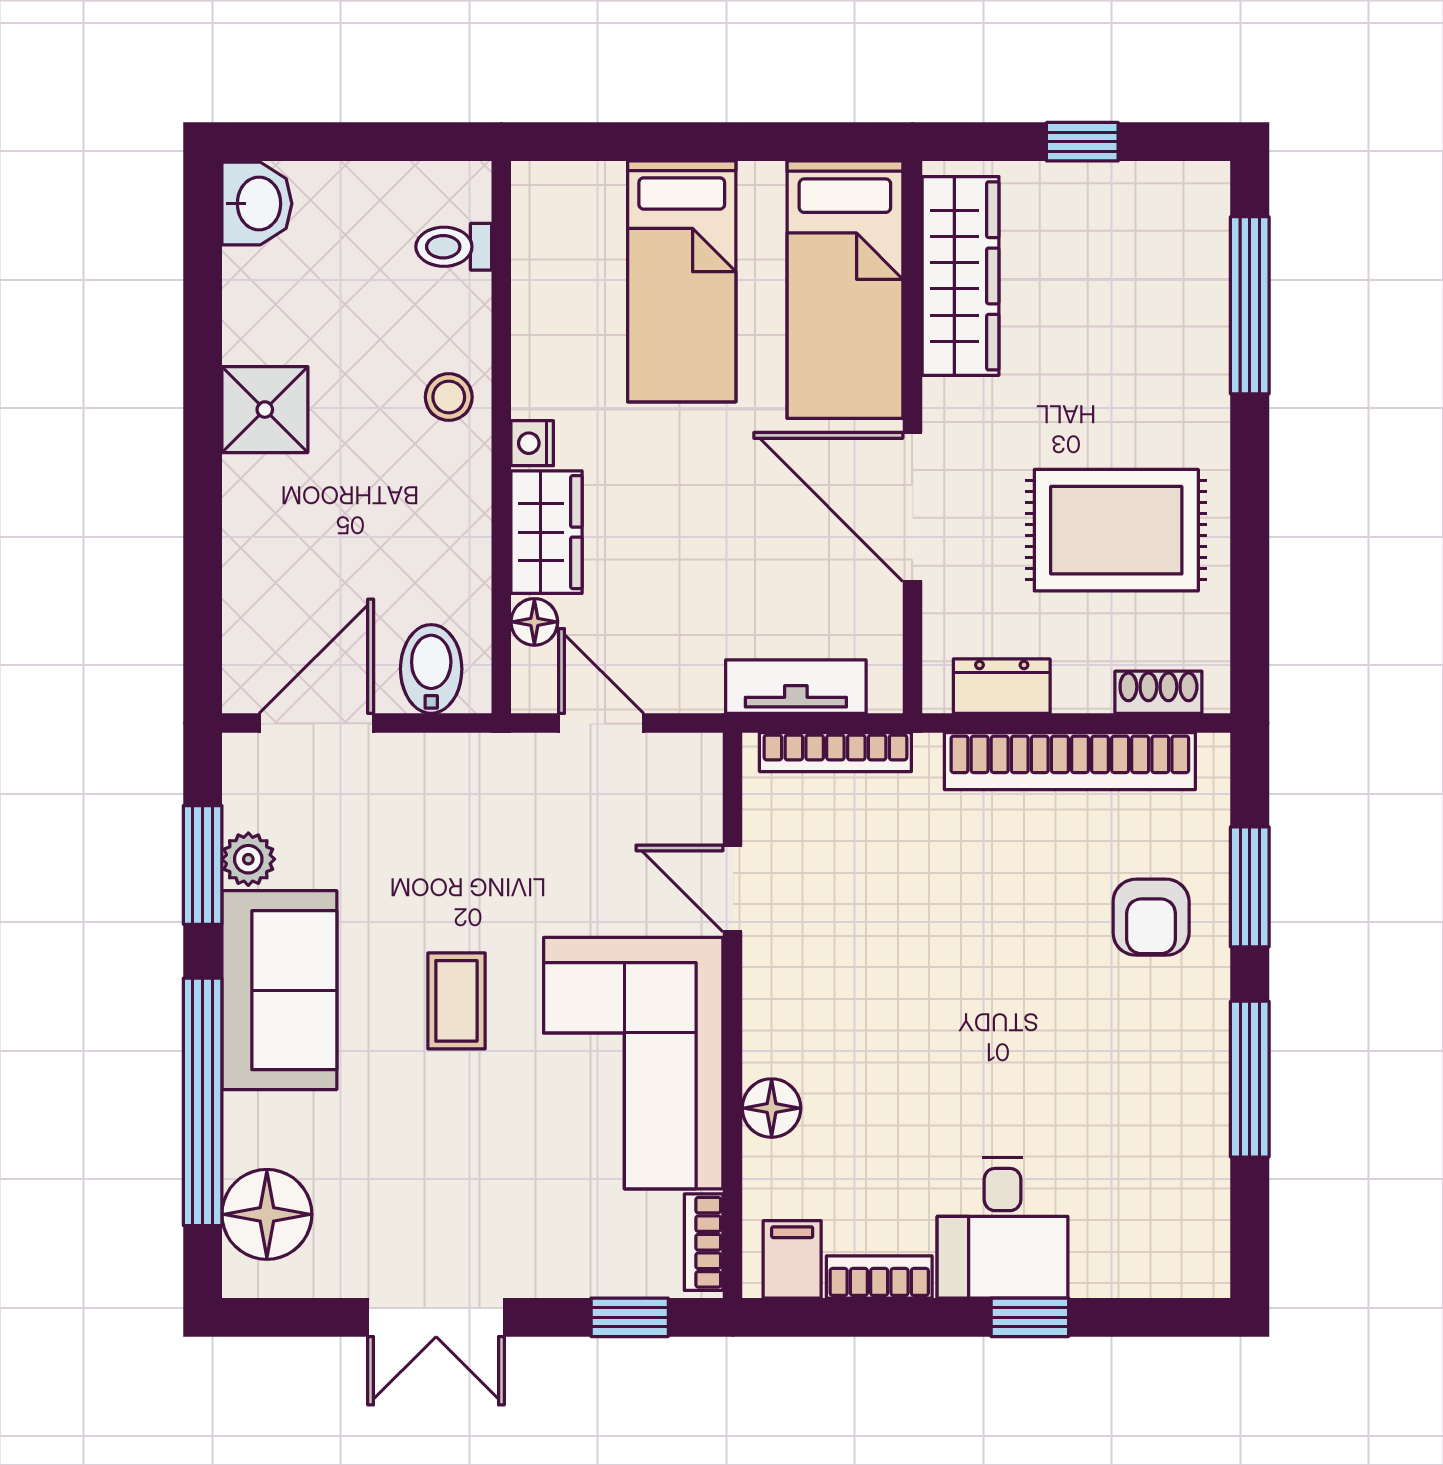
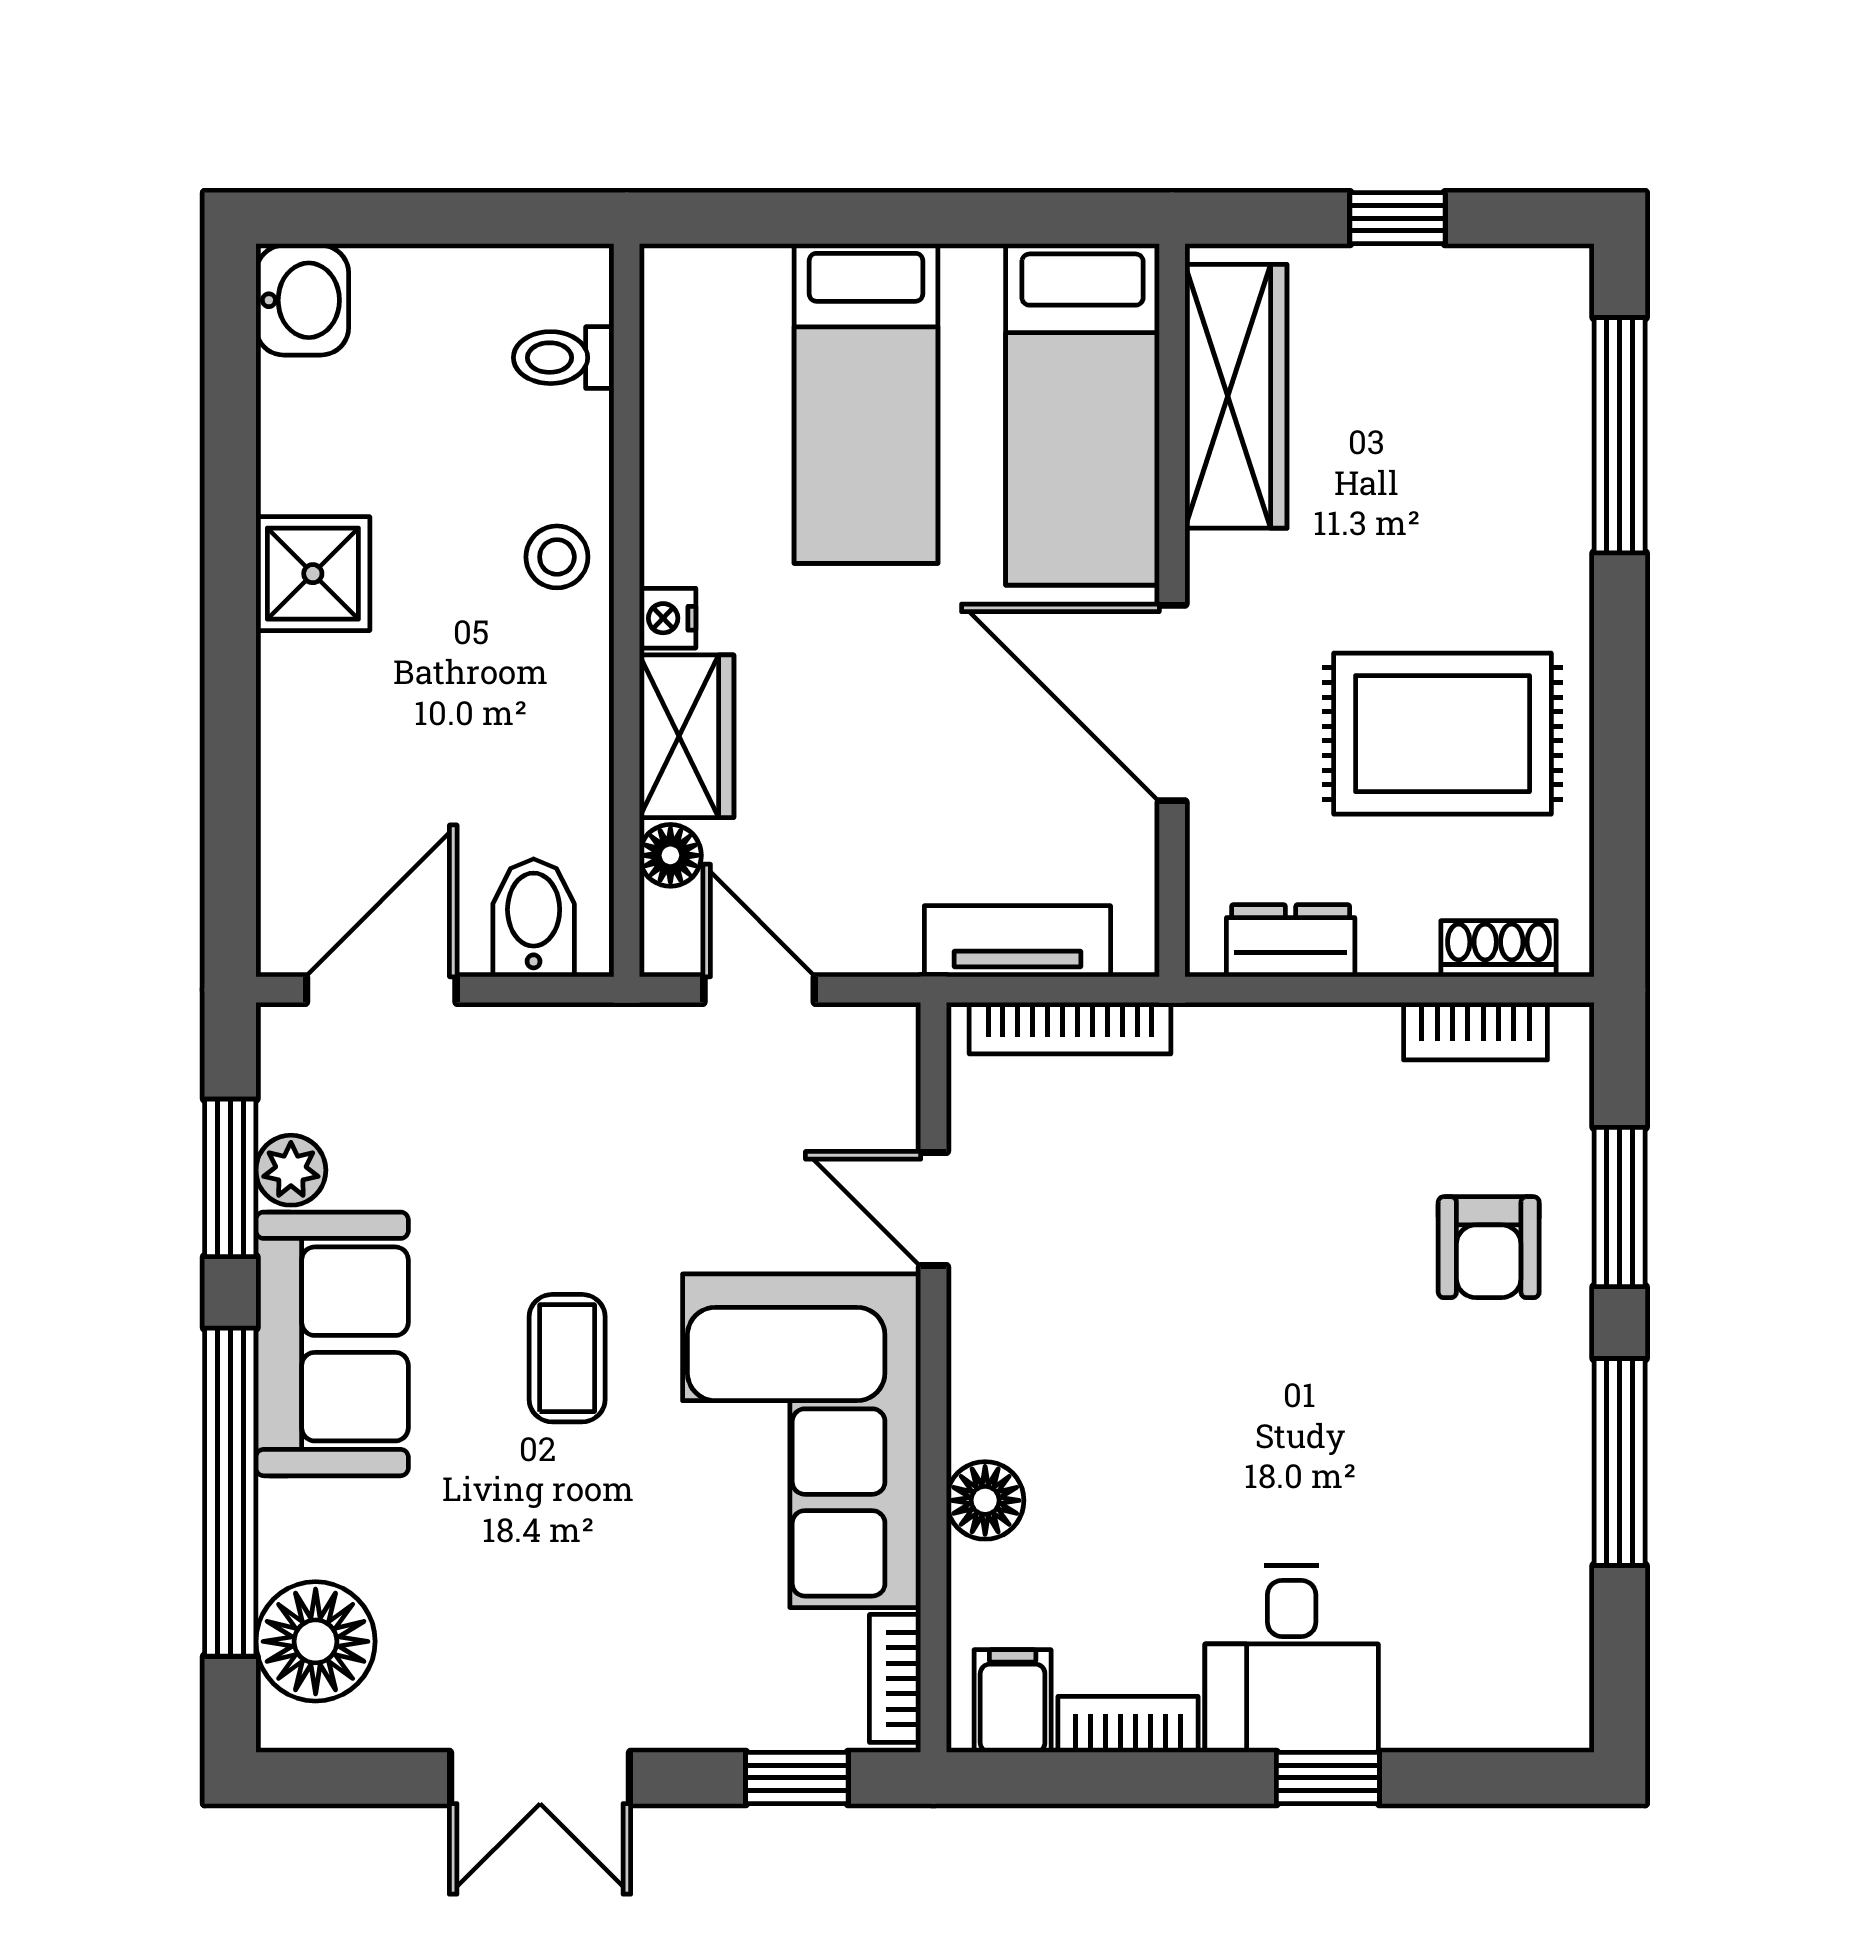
bookcase: (1070, 761) -> (1475, 1031), width x0.43, depth x0.76

